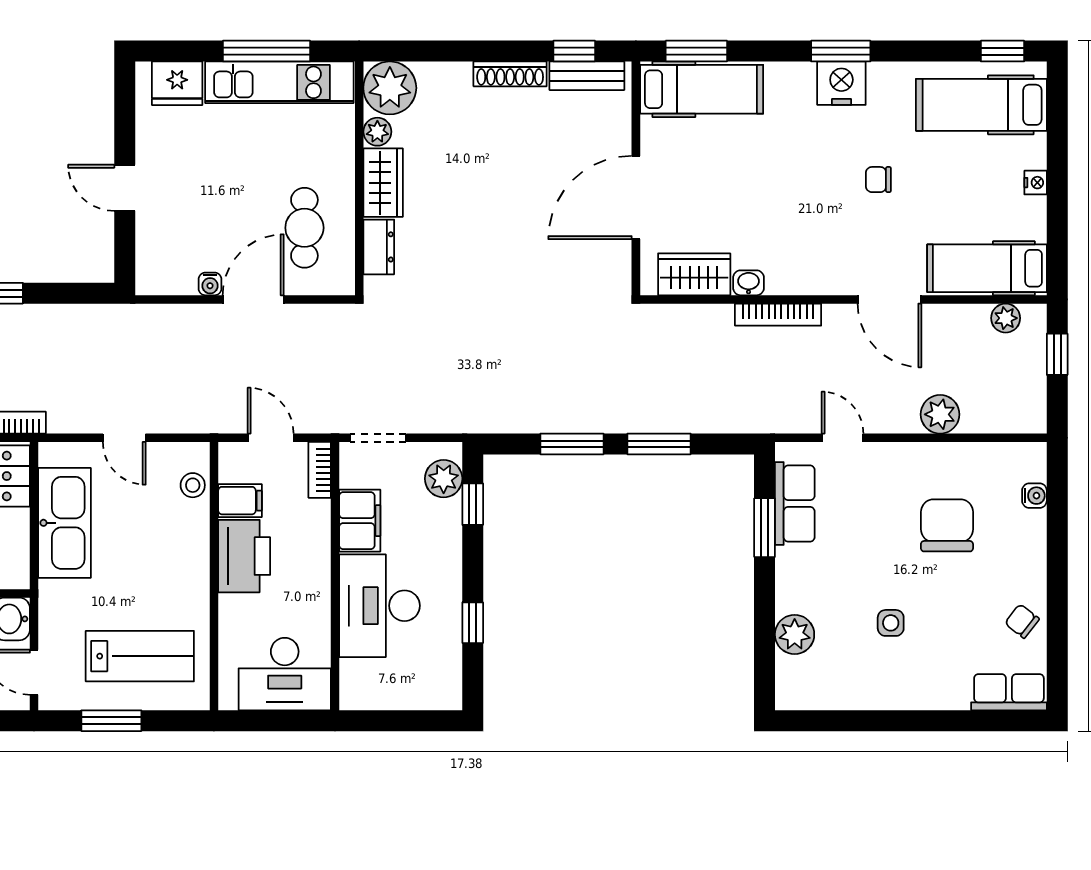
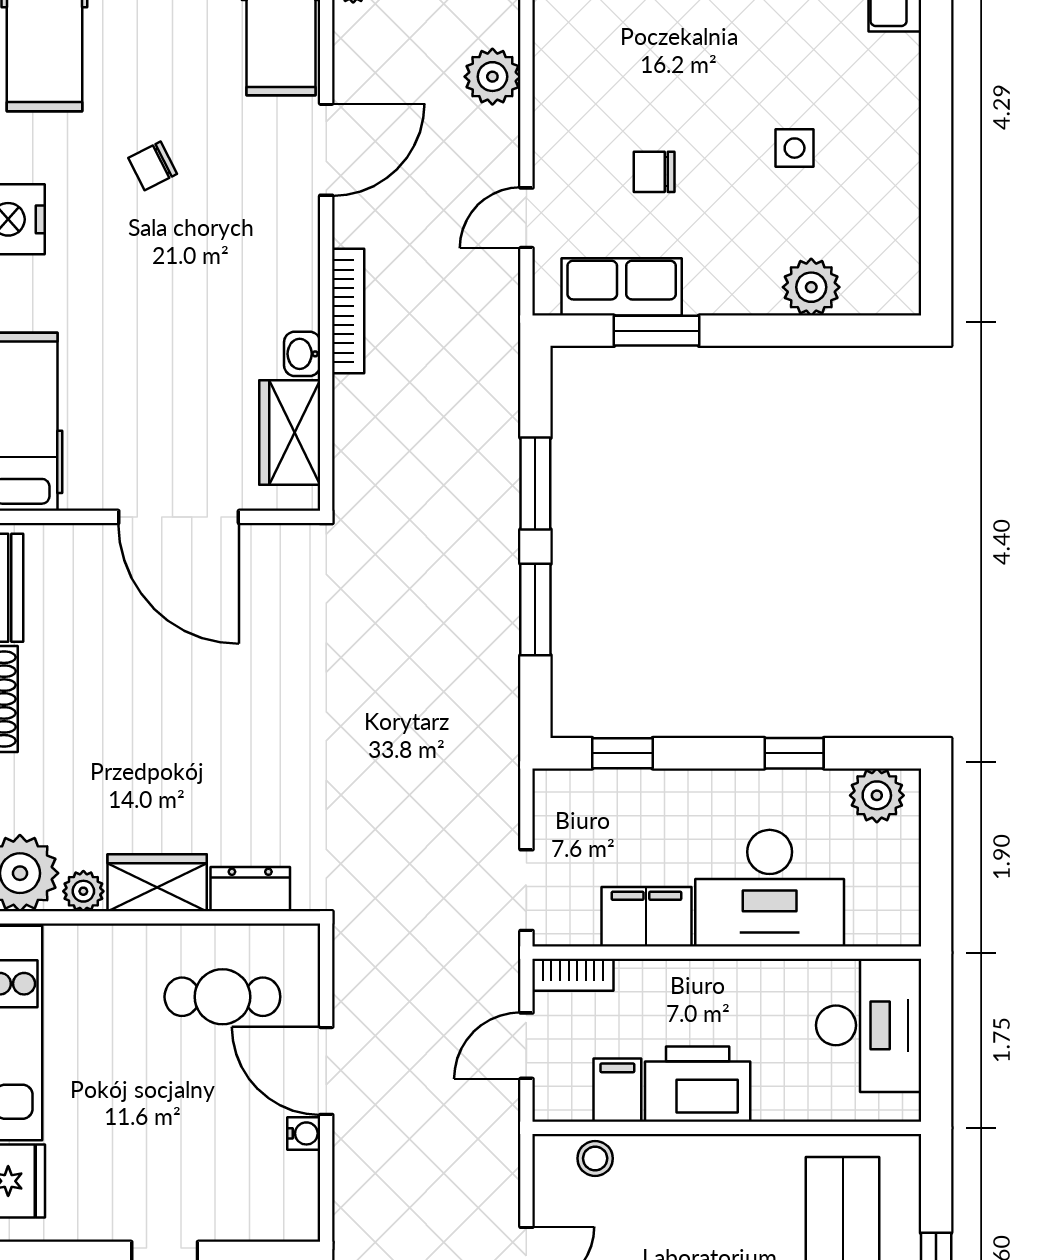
chair: (878, 180) -> (153, 166), turned 63
plant: (444, 479) -> (877, 795), moved
chair: (947, 525) -> (654, 172), moved, width x0.54, depth x0.54

